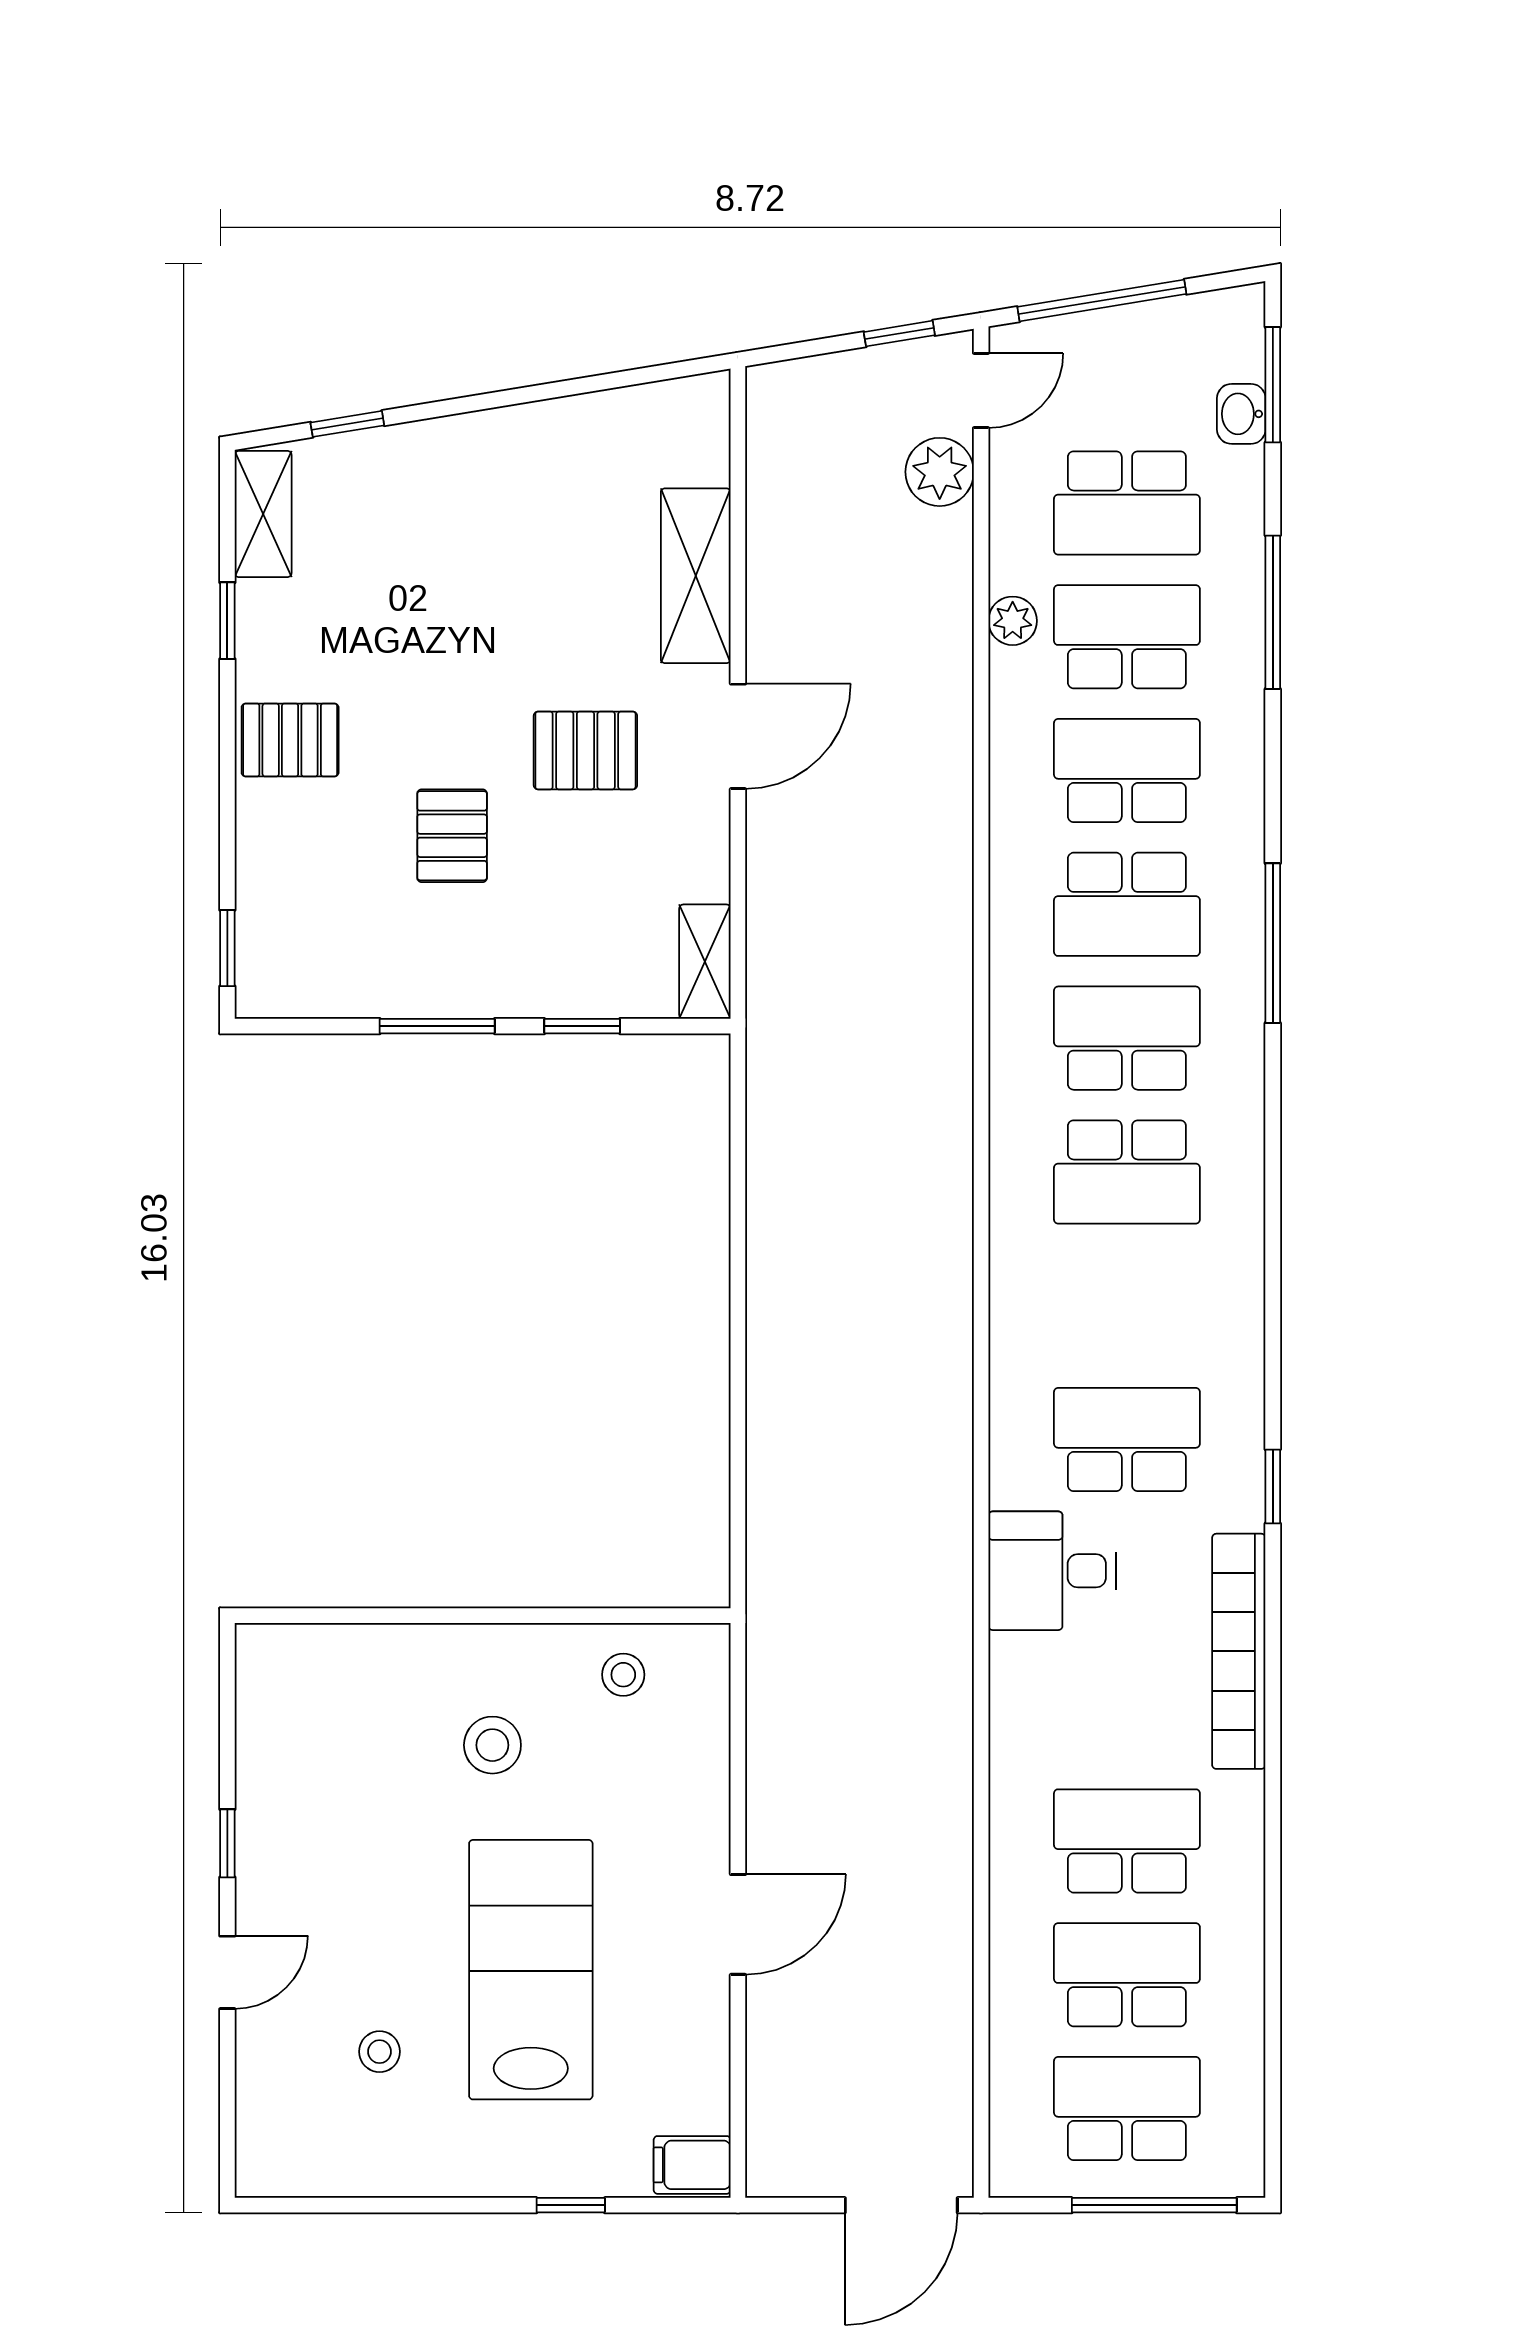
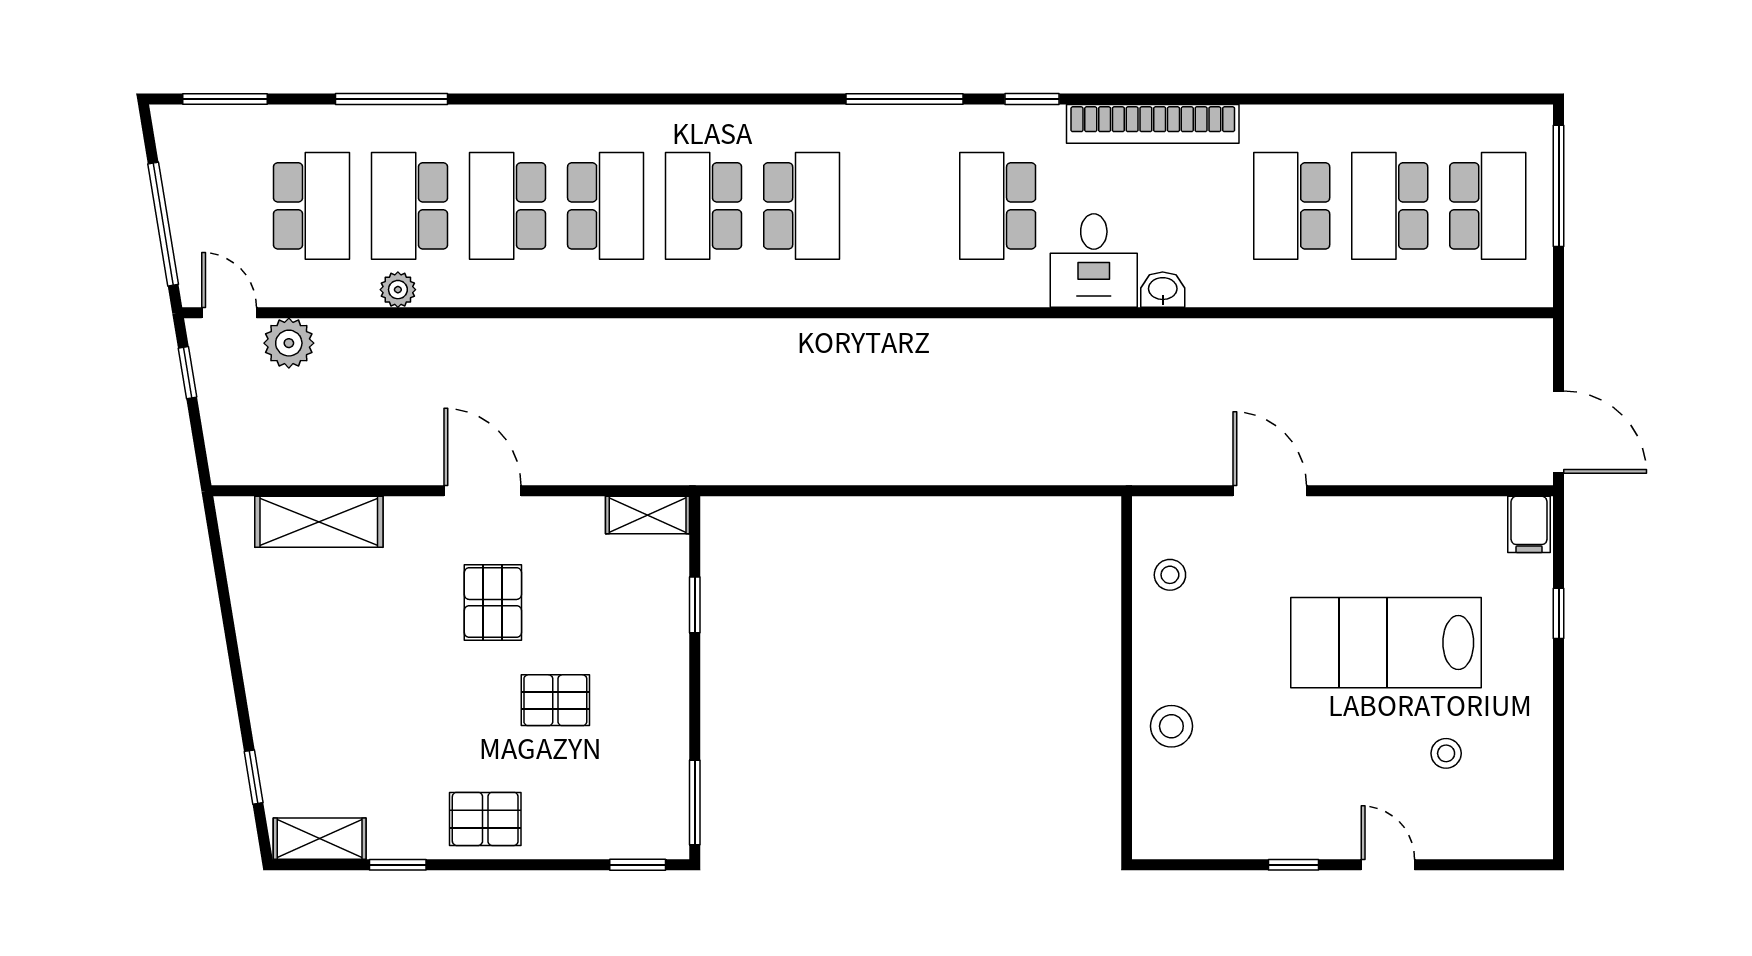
washbasin: (1241, 414) -> (1163, 290), moved, turned 180
shelving: (696, 576) -> (319, 522), moved
pallet: (290, 740) -> (485, 819), turned 90
window: (1273, 943) -> (904, 99), moved
window: (437, 1026) -> (695, 803), moved
stool: (492, 1745) -> (1171, 726), moved
door: (738, 1924) -> (1270, 491), moved
school desk: (1127, 2109) -> (1488, 206), turned 180
door: (901, 2205) -> (1559, 432), moved

